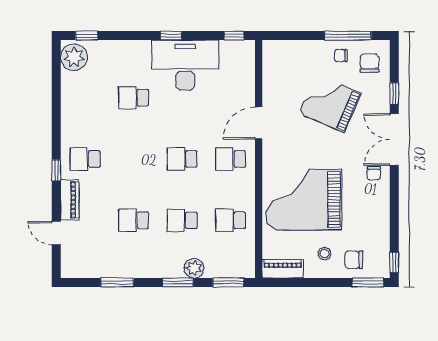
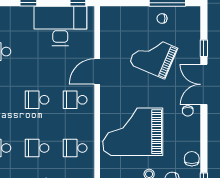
chair: (370, 63) -> (192, 159), moved
desk: (185, 65) -> (60, 26), moved

